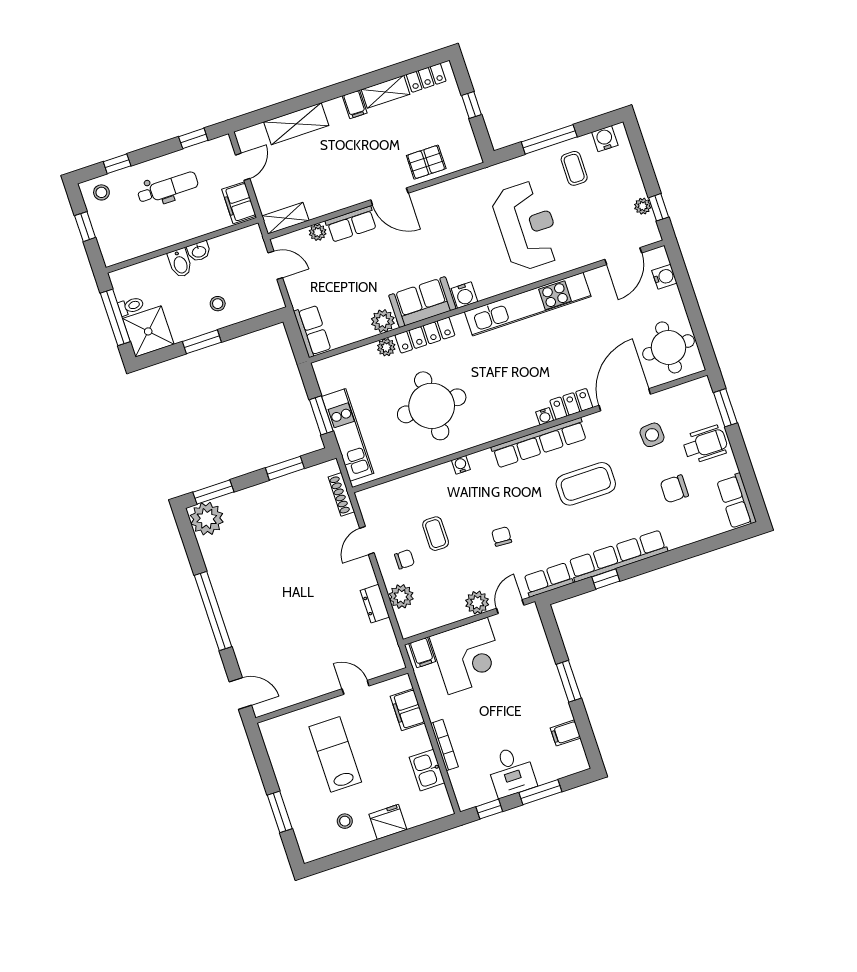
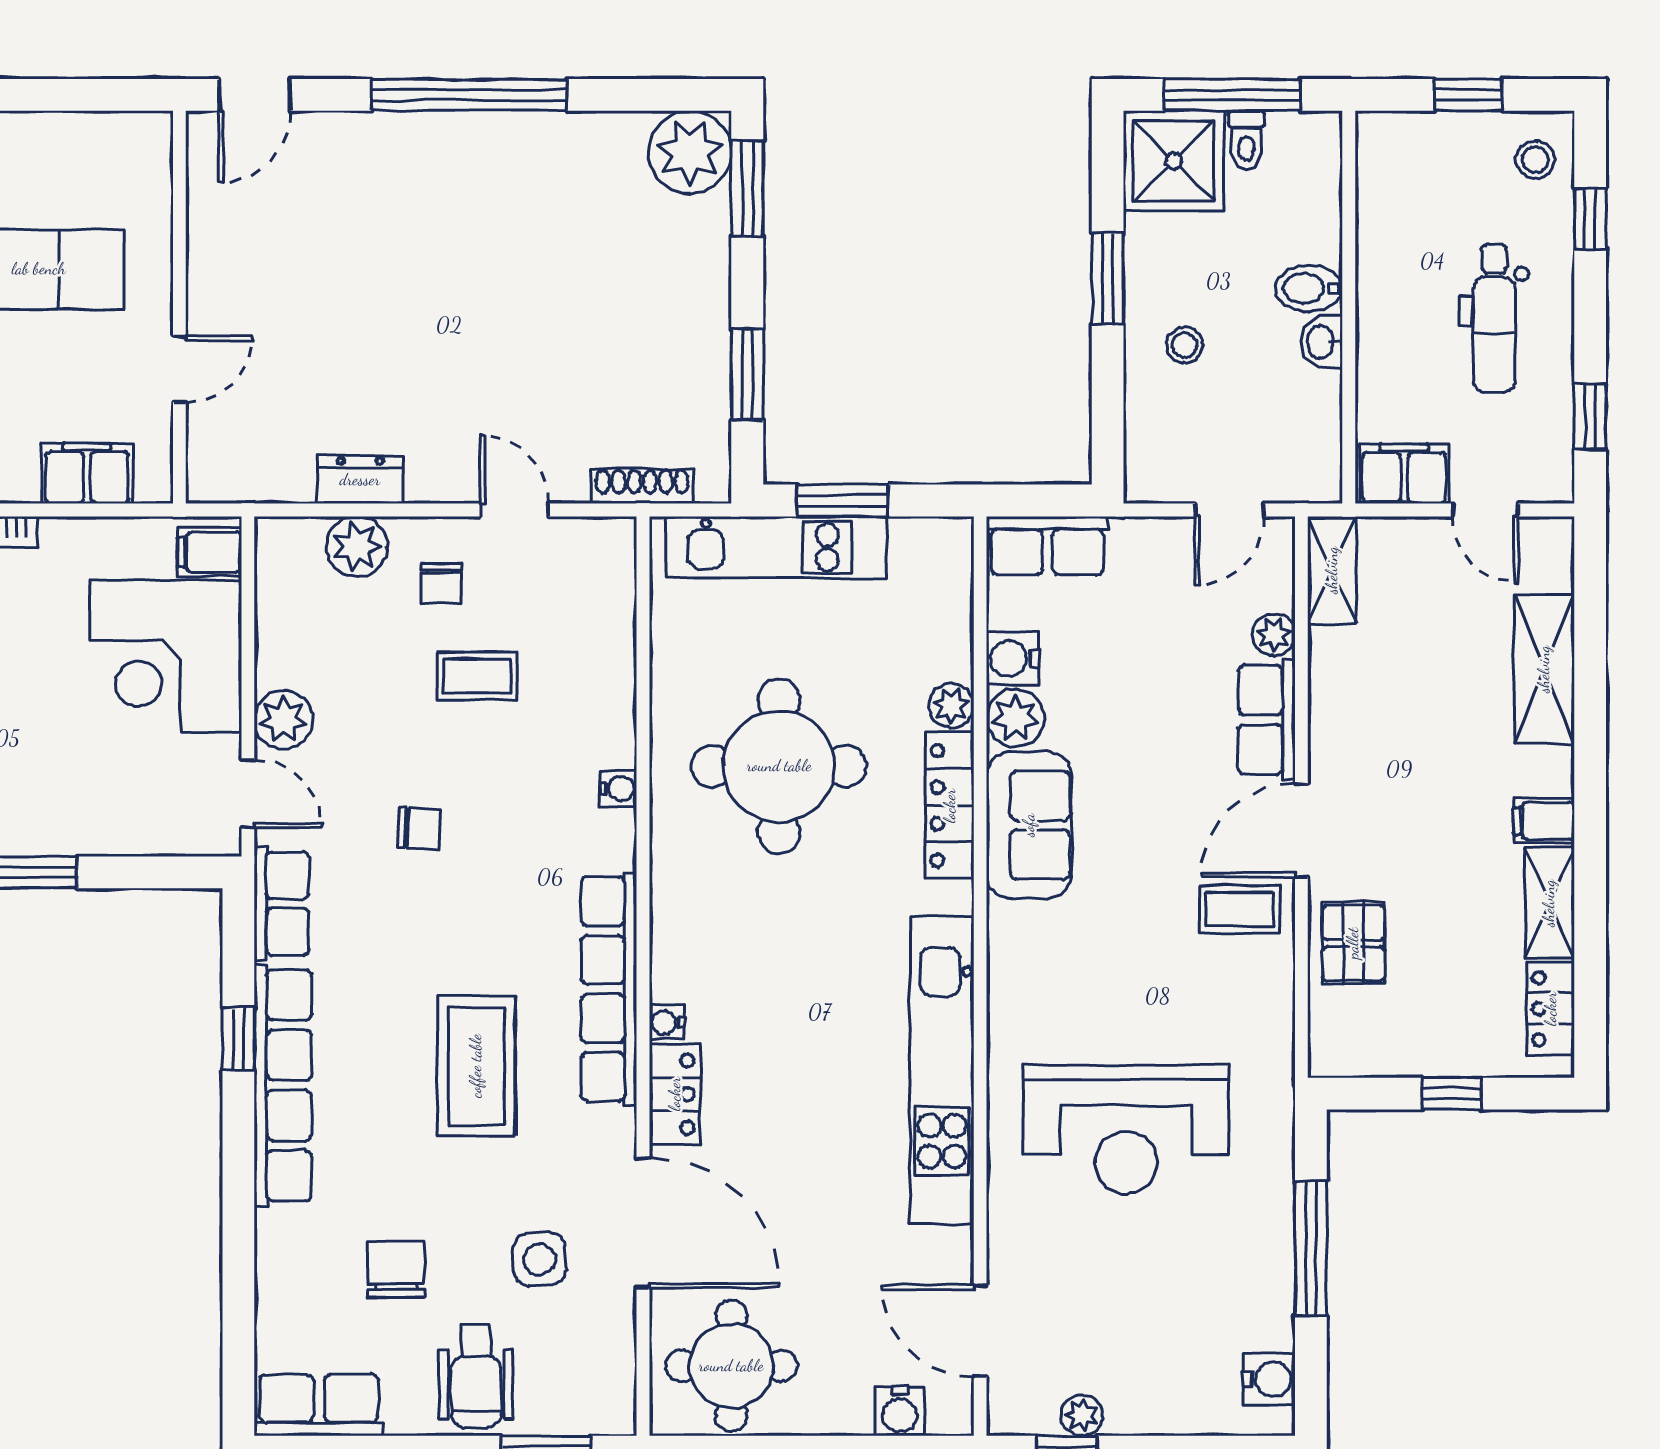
coffee table: (574, 168) -> (1240, 909), moved
water cooler: (464, 295) -> (1013, 659), moved

